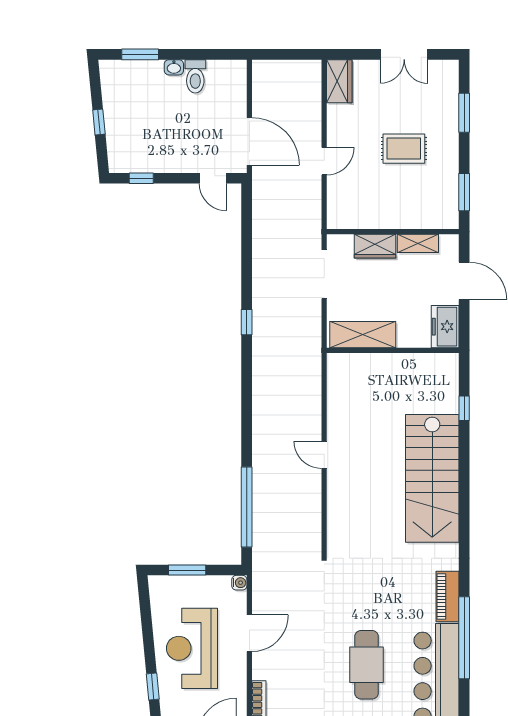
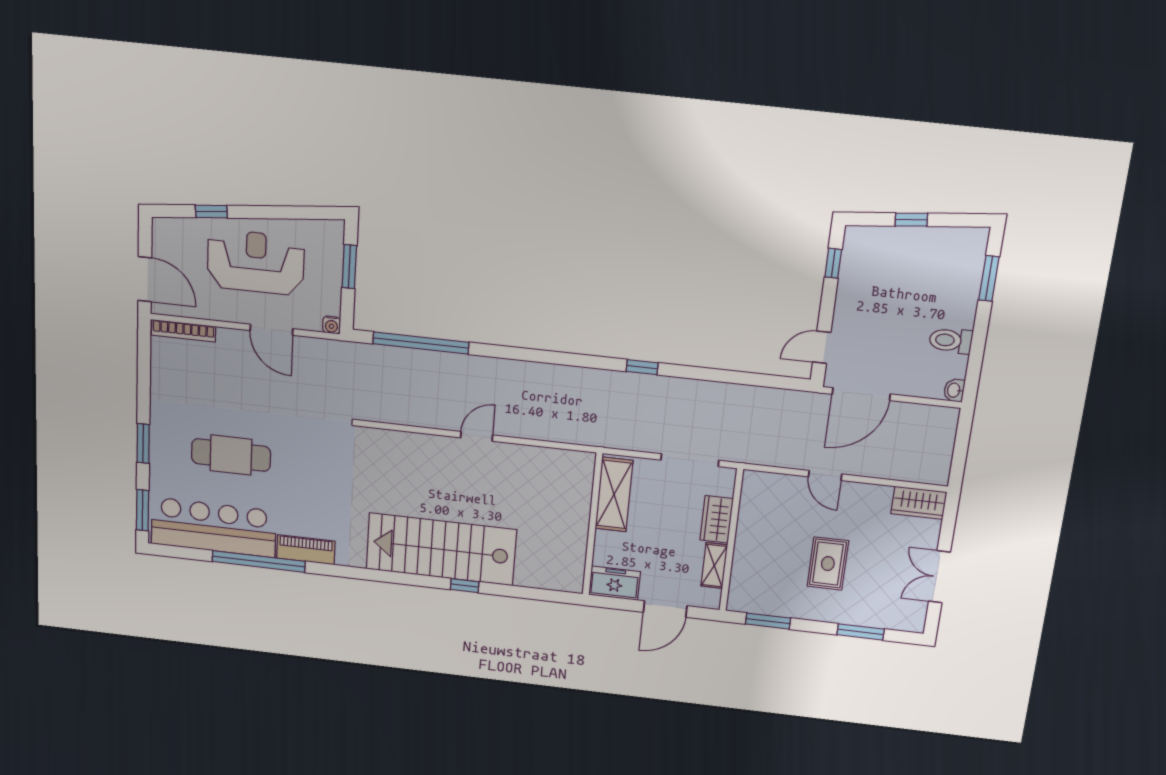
washbasin: (174, 67) -> (954, 390), moved
window: (464, 408) -> (465, 586), moved

